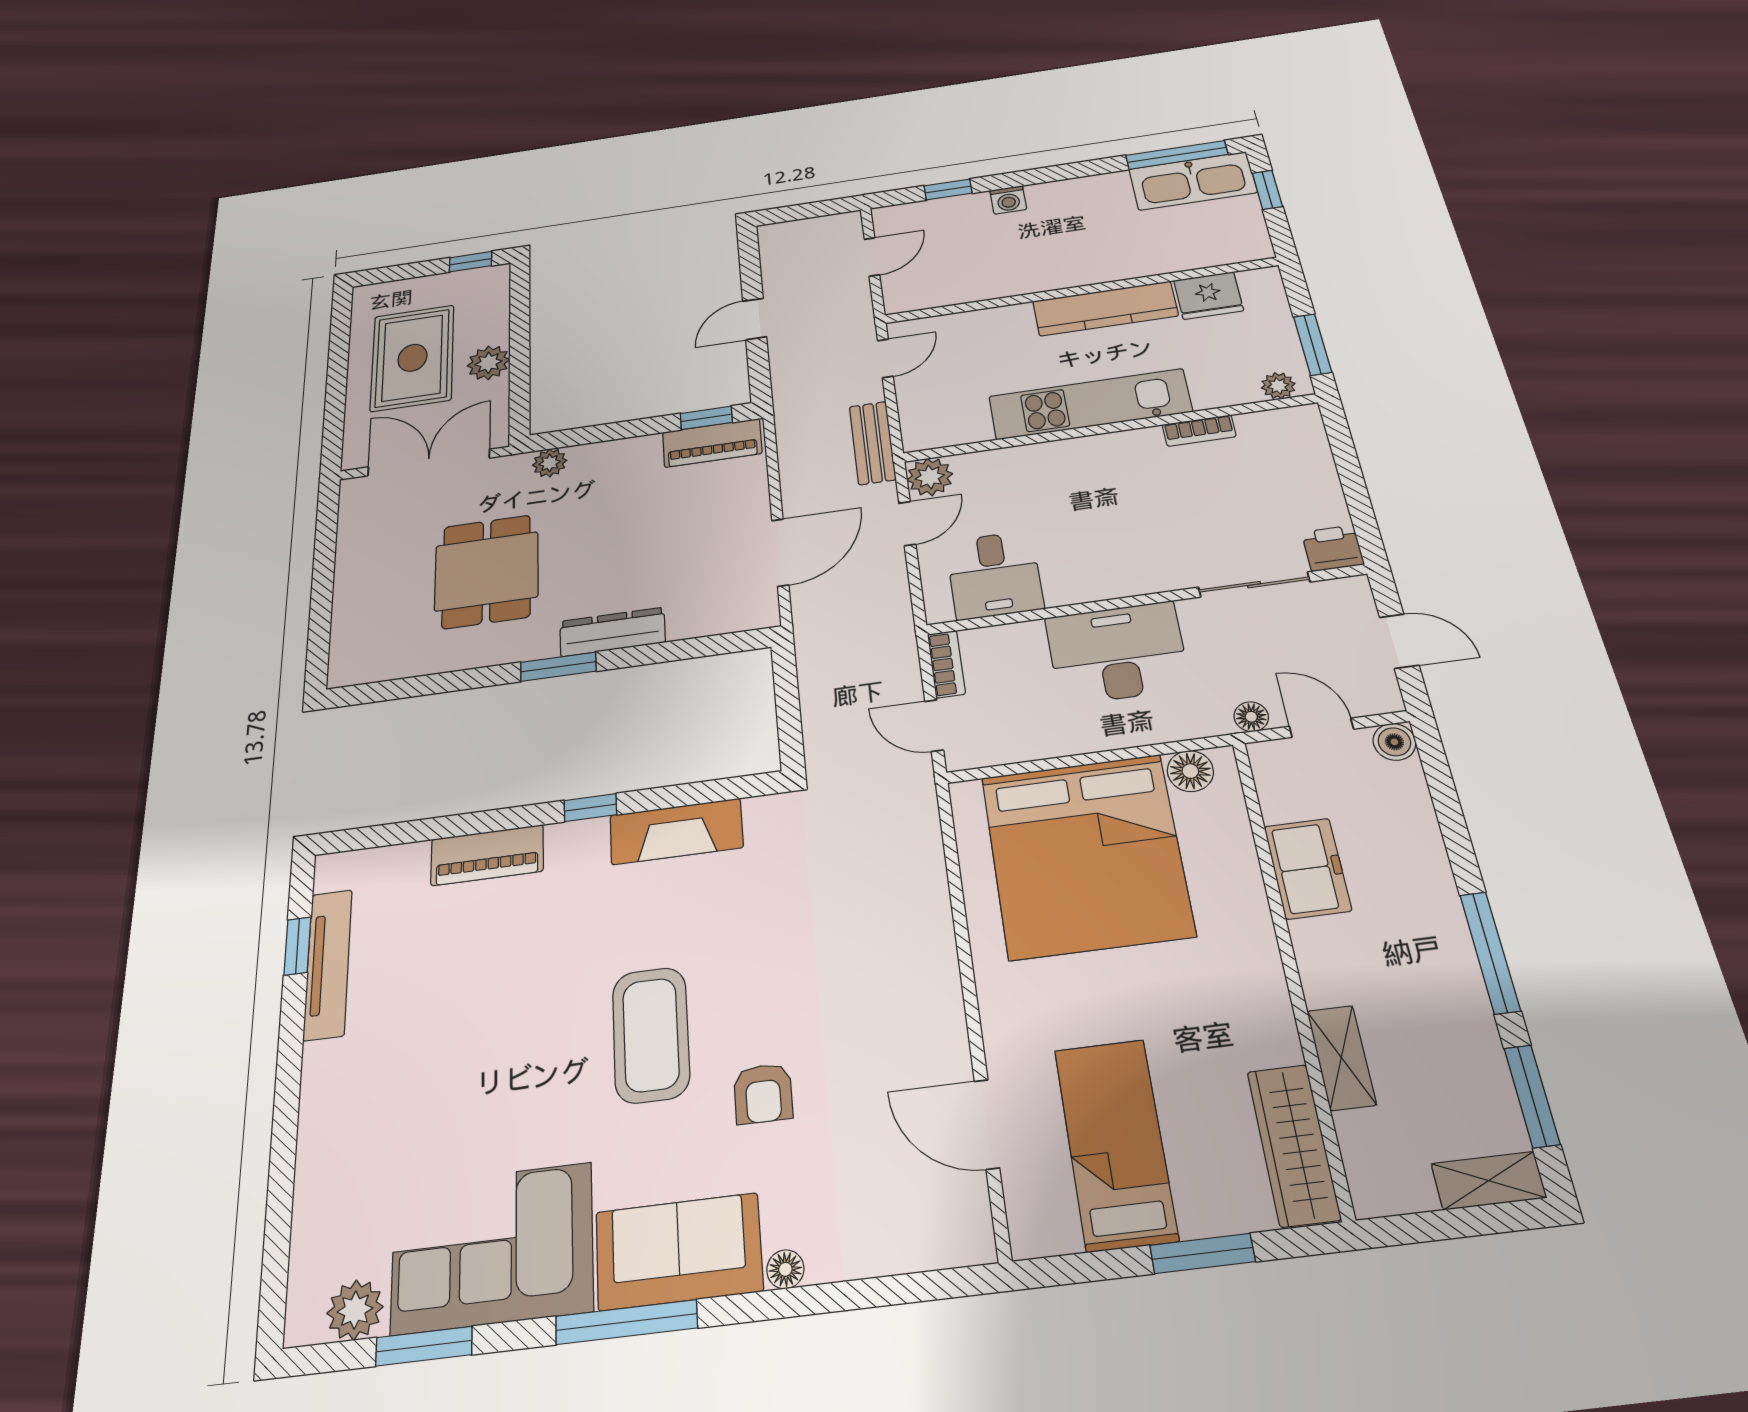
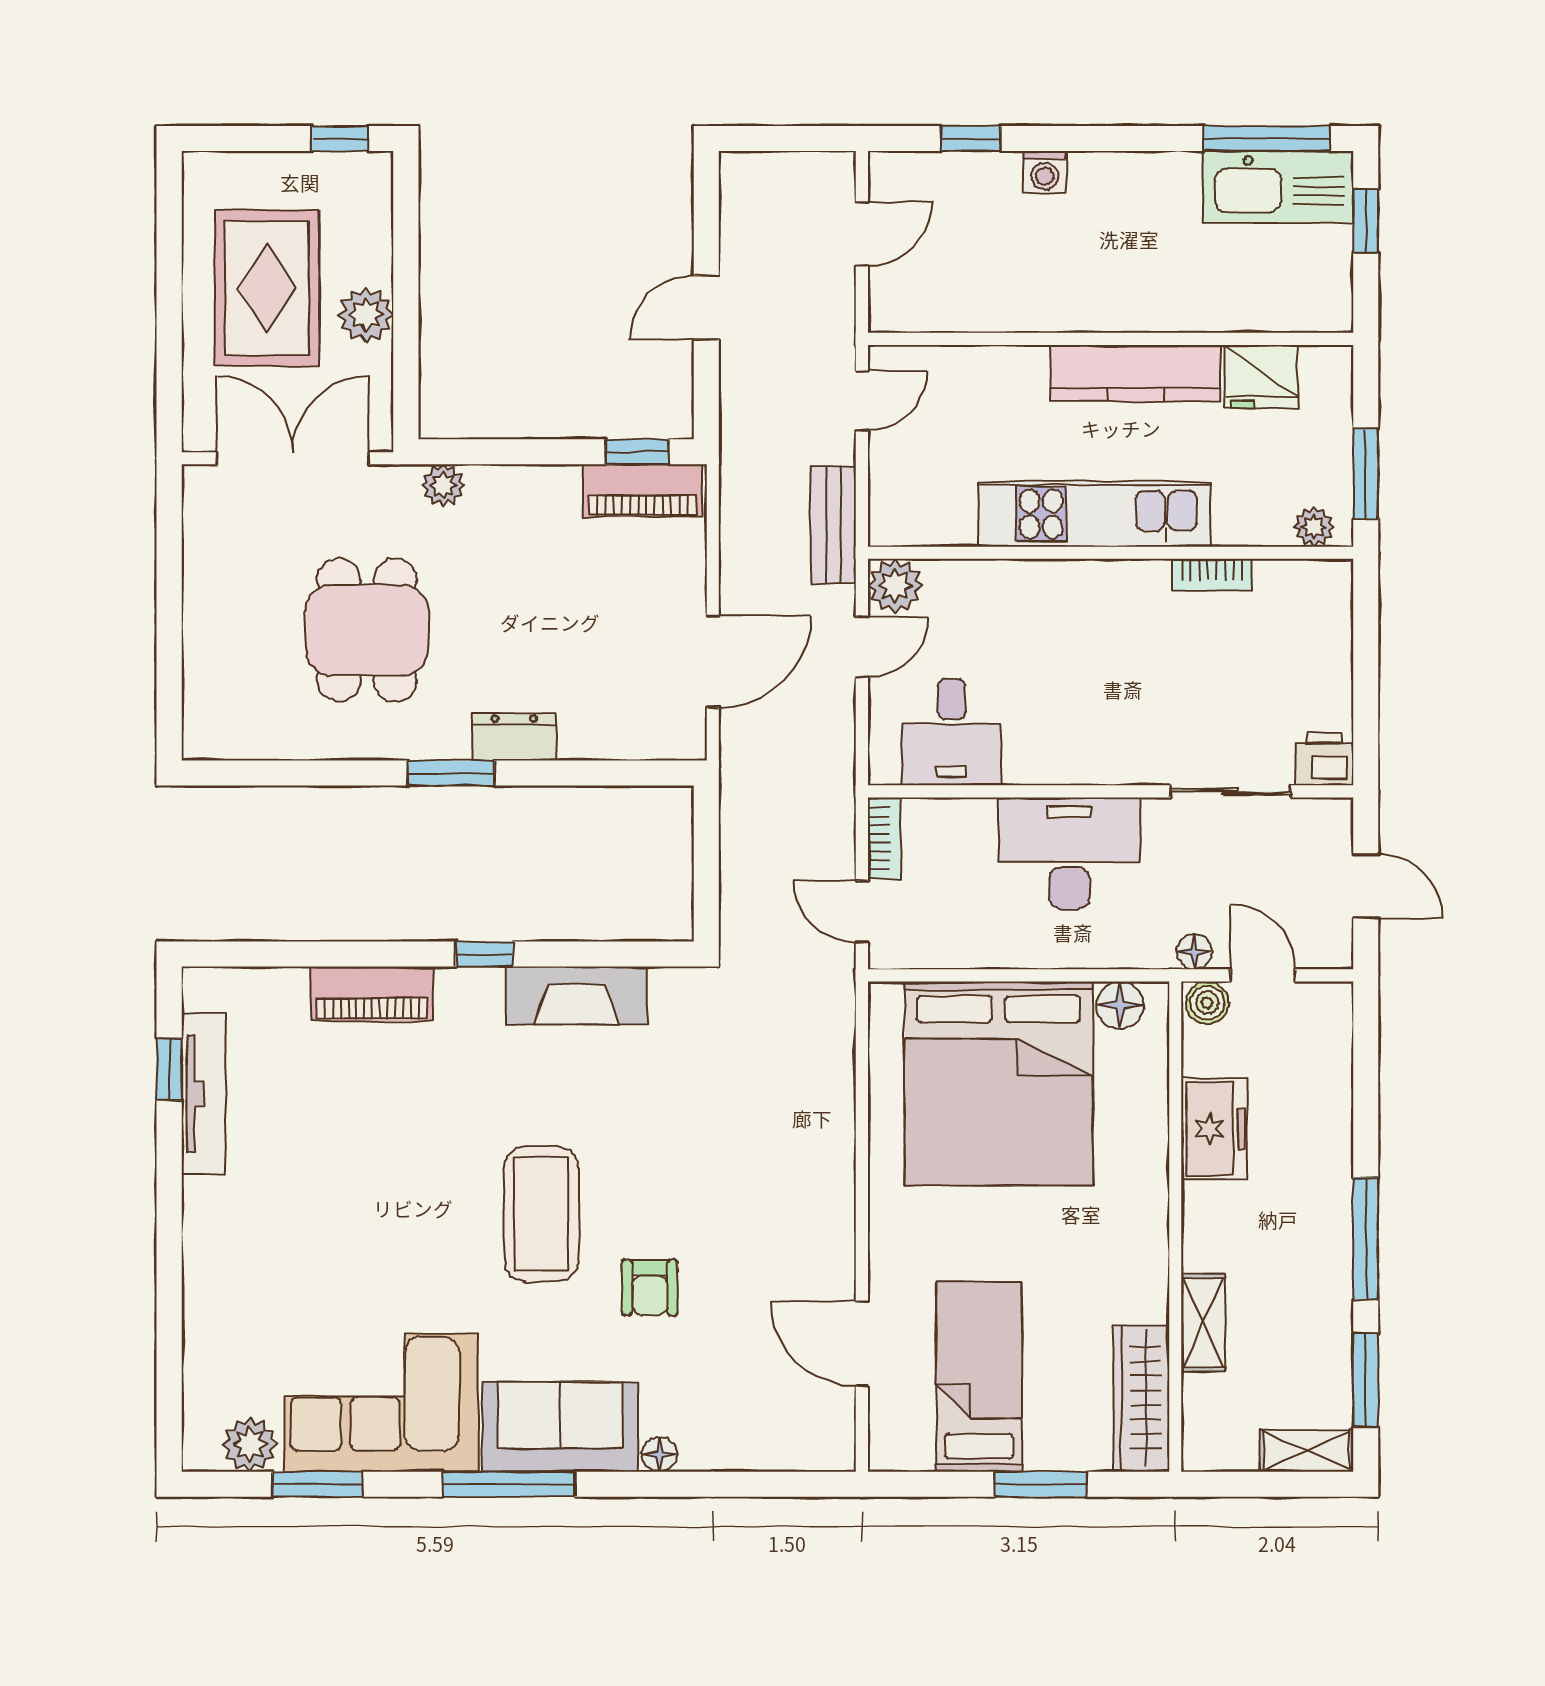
dresser: (612, 632) -> (514, 737), width x0.70
boiler: (1394, 742) -> (1207, 1003), moved

